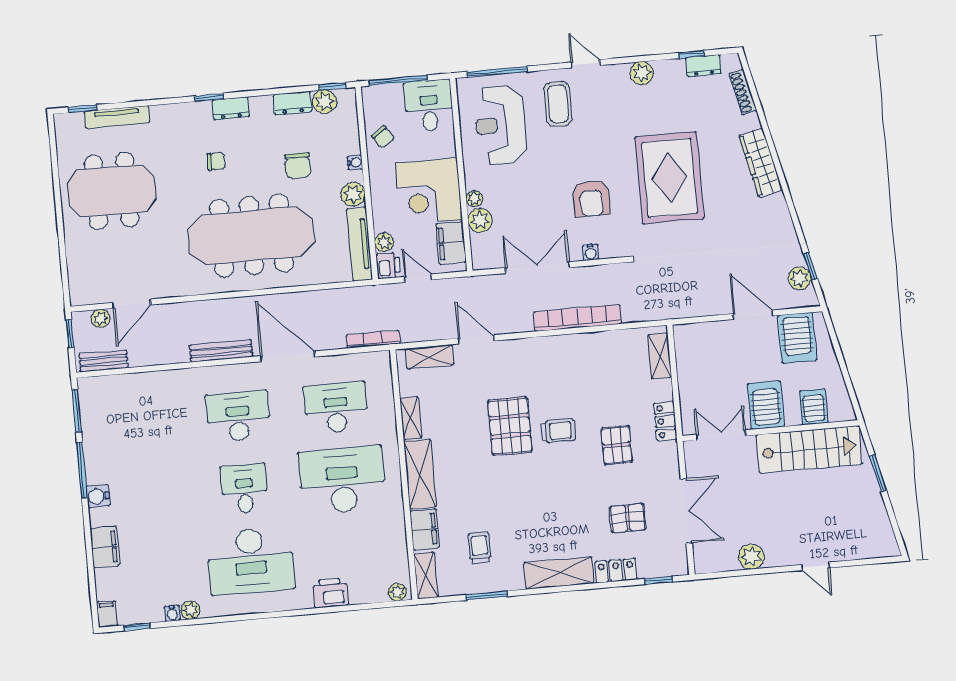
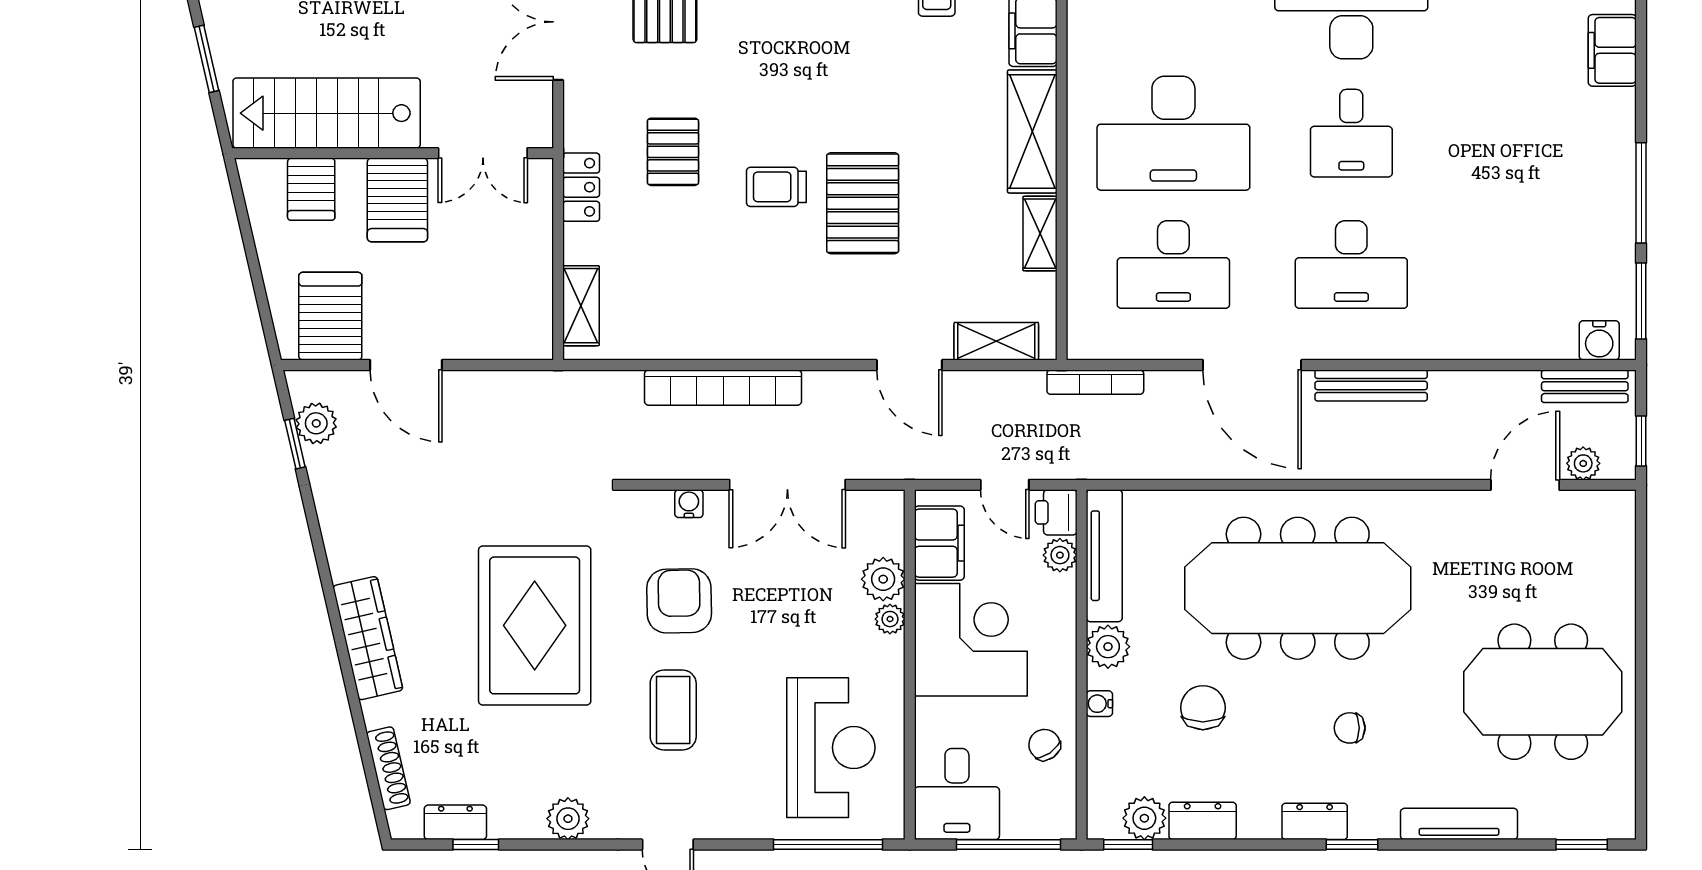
coffee table: (558, 104) -> (673, 710), moved
tv unit: (117, 117) -> (1459, 824), moved
water cooler: (98, 496) -> (1599, 340), moved, turned 90

